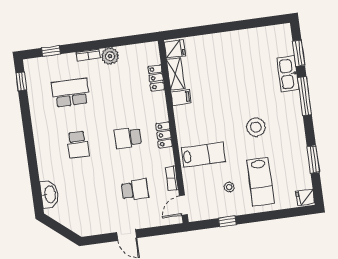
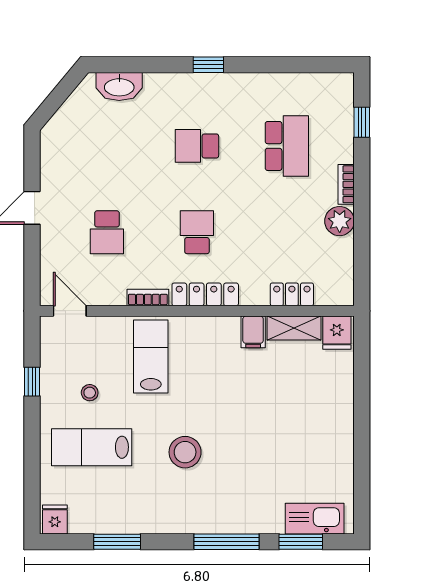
kitchen sink: (288, 74) -> (315, 519), moved
window: (21, 81) -> (208, 65), moved
locker: (164, 135) -> (205, 294), width x1.53
lab bench: (203, 155) -> (151, 356), turned 180
bookcase: (172, 178) -> (148, 297), moved

